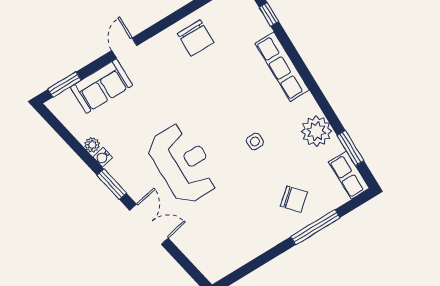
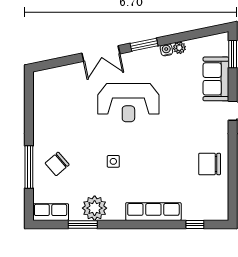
window: (350, 148) -> (83, 224), moved

